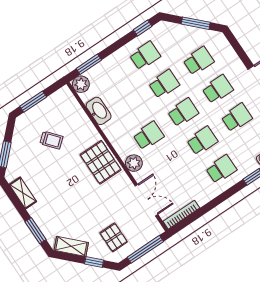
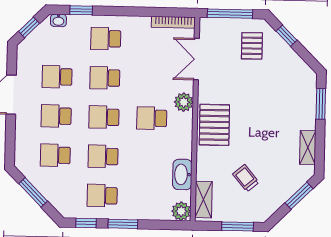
window: (89, 64) -> (123, 224), moved
shelving: (71, 246) -> (204, 200), moved, turned 45

